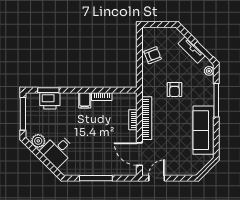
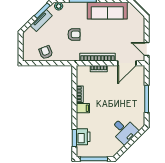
plant: (38, 141) -> (116, 146), removed

